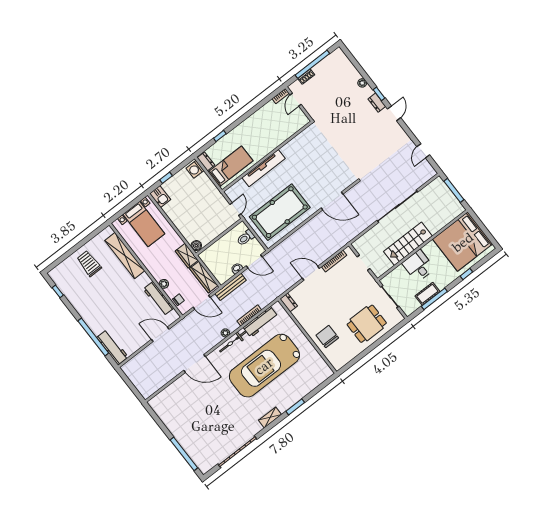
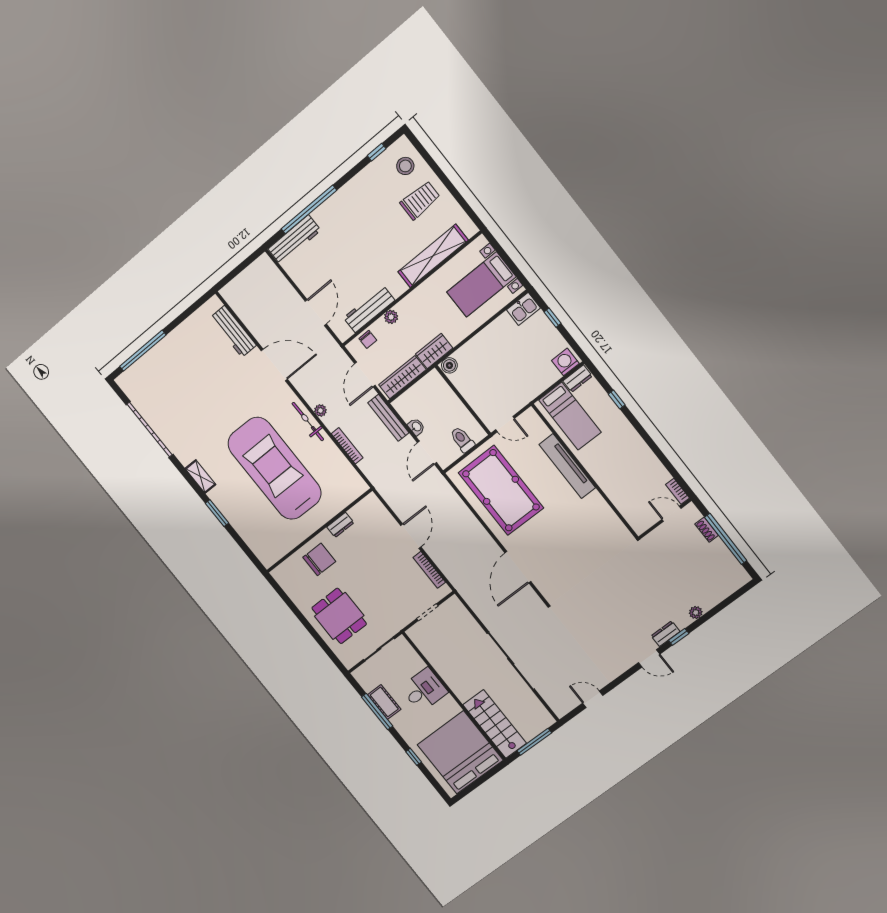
stairs: (408, 244) -> (495, 724), moved
stool: (67, 273) -> (405, 166), added
dresser: (289, 302) -> (340, 525), moved
workbench: (261, 322) -> (233, 331), moved
door: (195, 364) -> (274, 365), swing flipped

